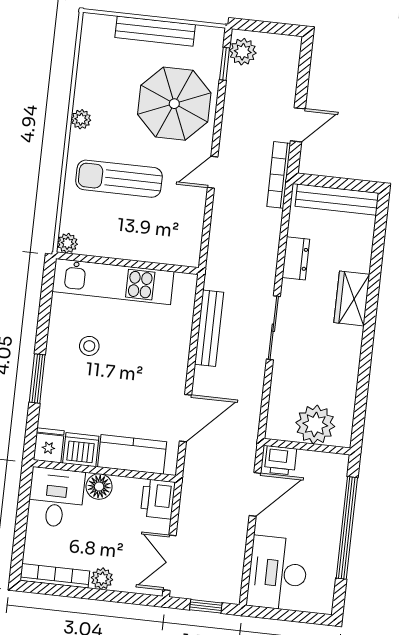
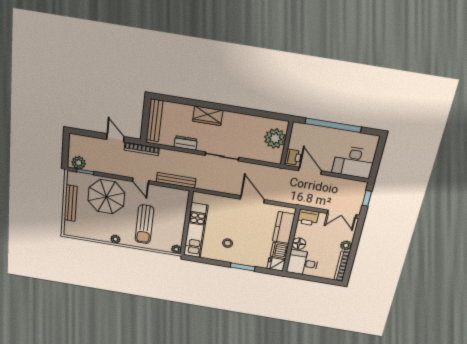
bench: (209, 328) -> (176, 180), moved
door: (186, 418) -> (252, 199), moved

